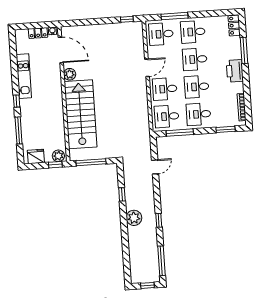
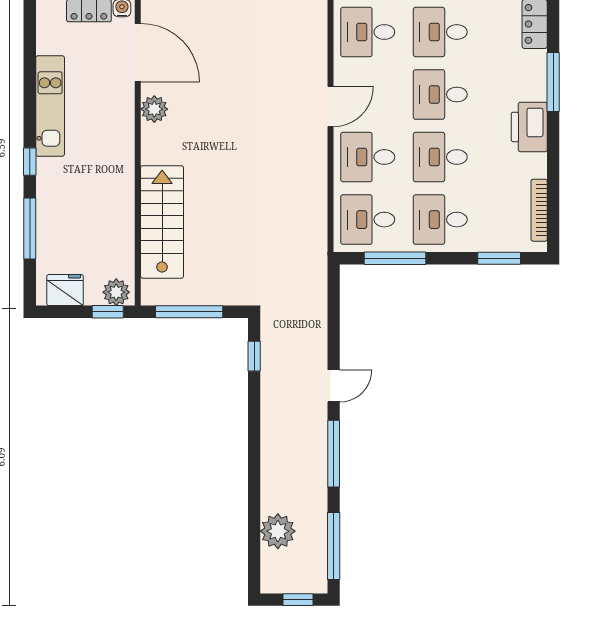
stairs: (81, 114) -> (162, 222), width x0.73, depth x0.66
door: (155, 167) -> (334, 386), moved
window: (122, 194) -> (254, 356), moved
plant: (134, 218) -> (278, 531), moved
window: (159, 220) -> (334, 454), width x2.17

